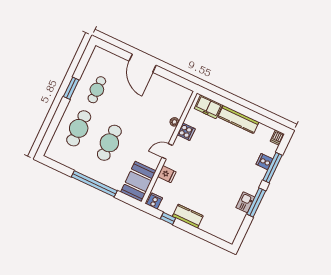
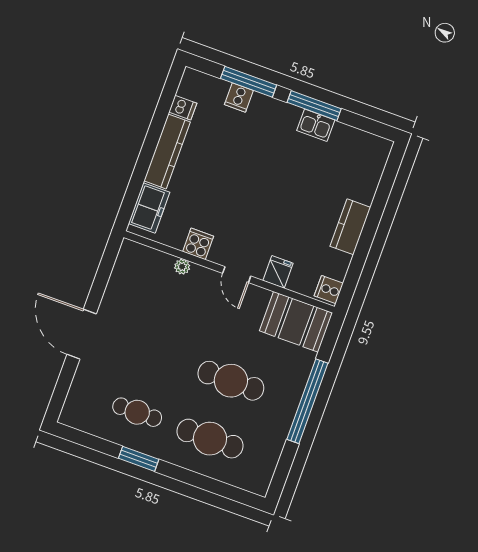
door: (143, 63) -> (82, 334), swing flipped
dishwasher: (277, 138) -> (183, 108), moved
window: (168, 218) -> (358, 262), removed

